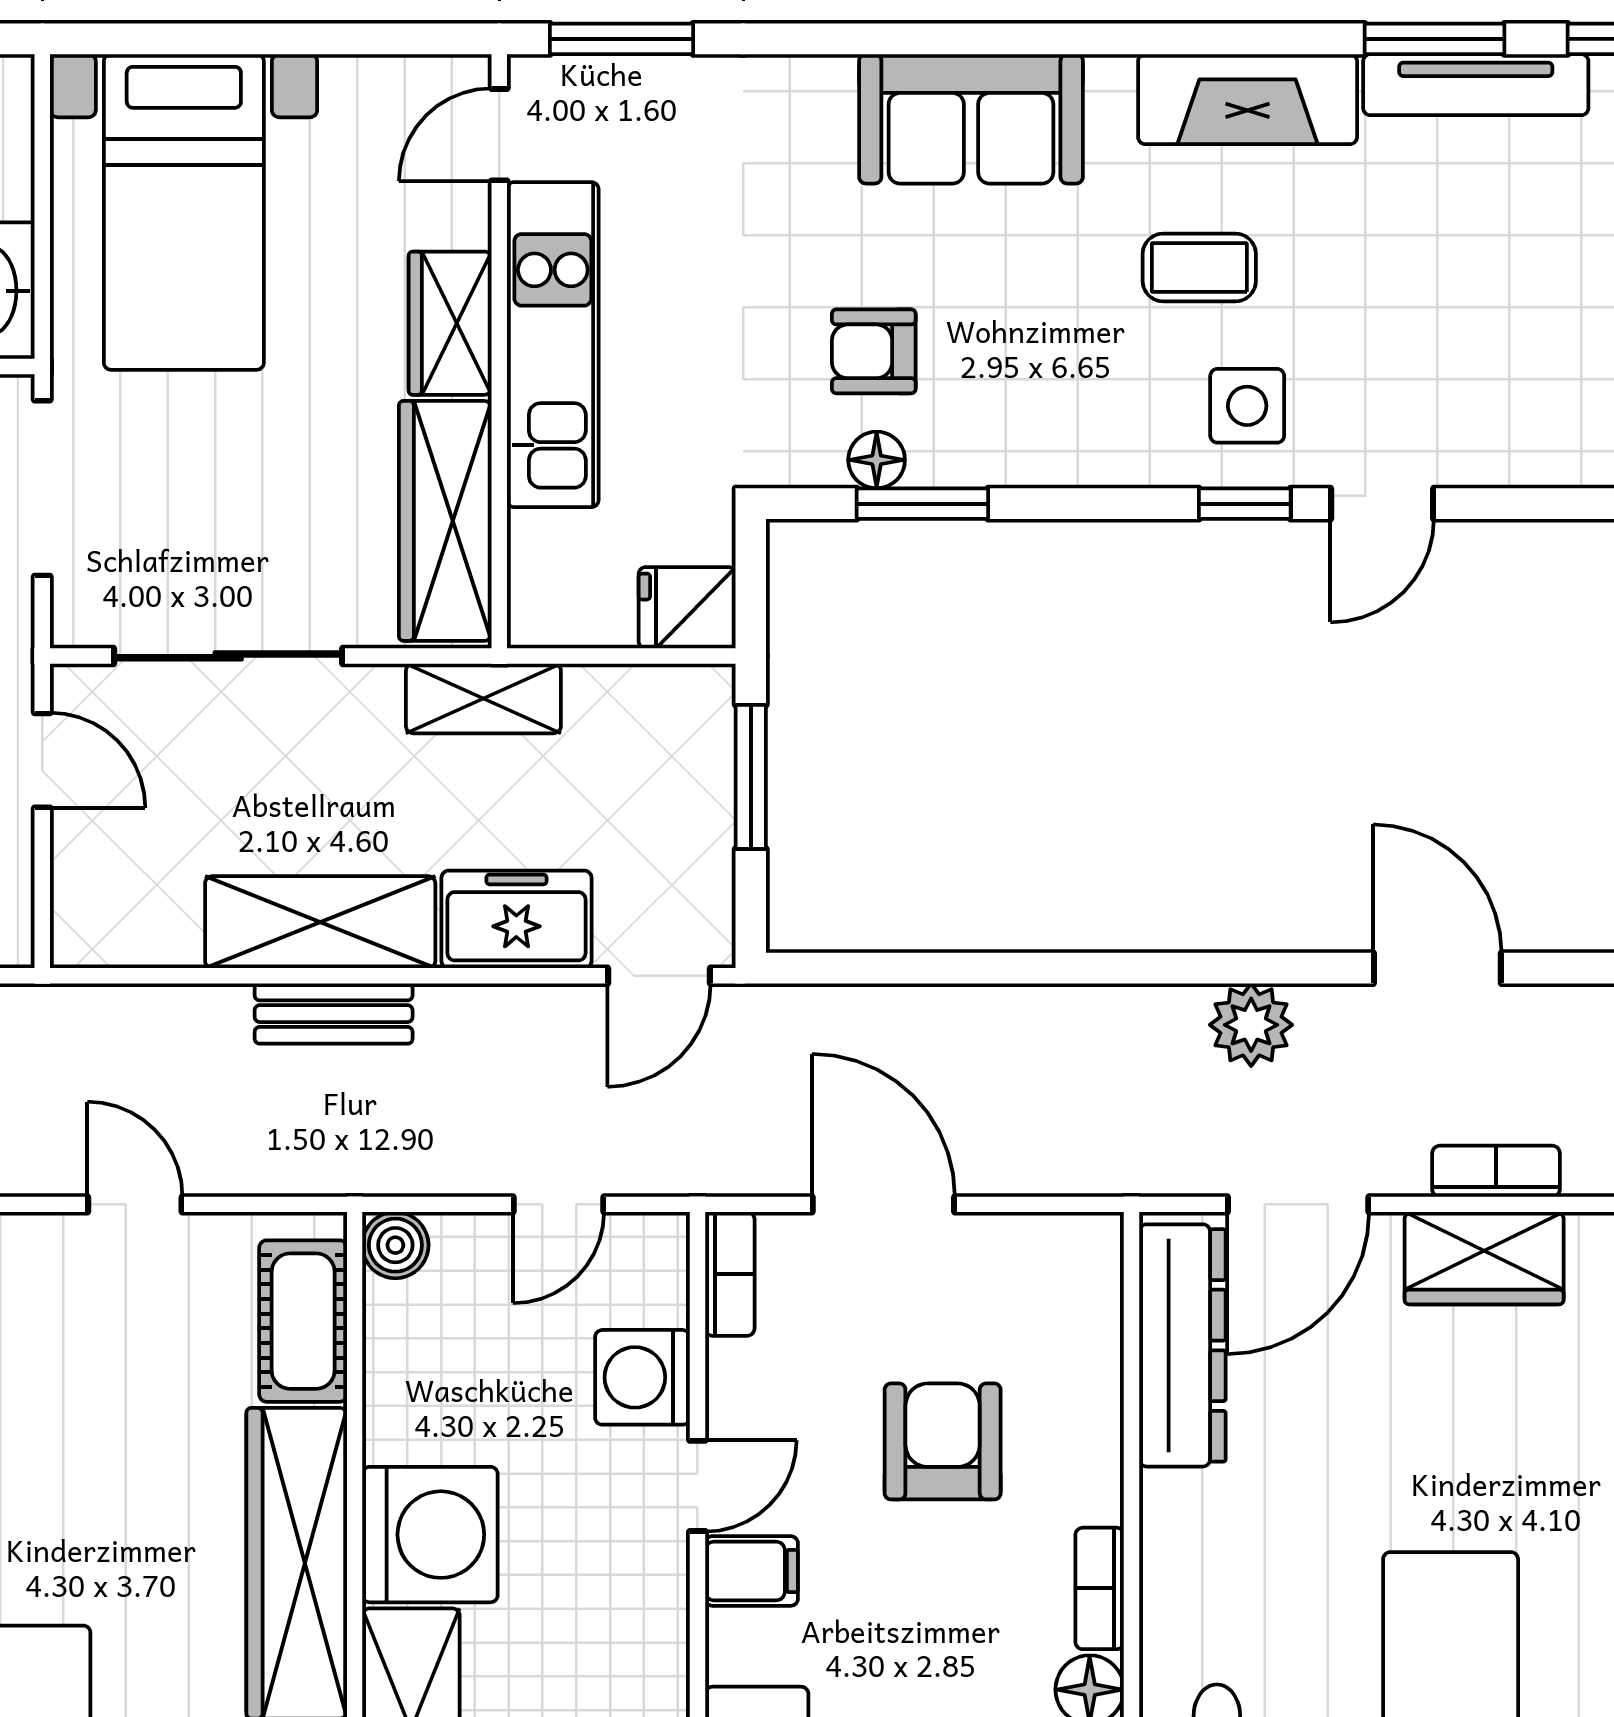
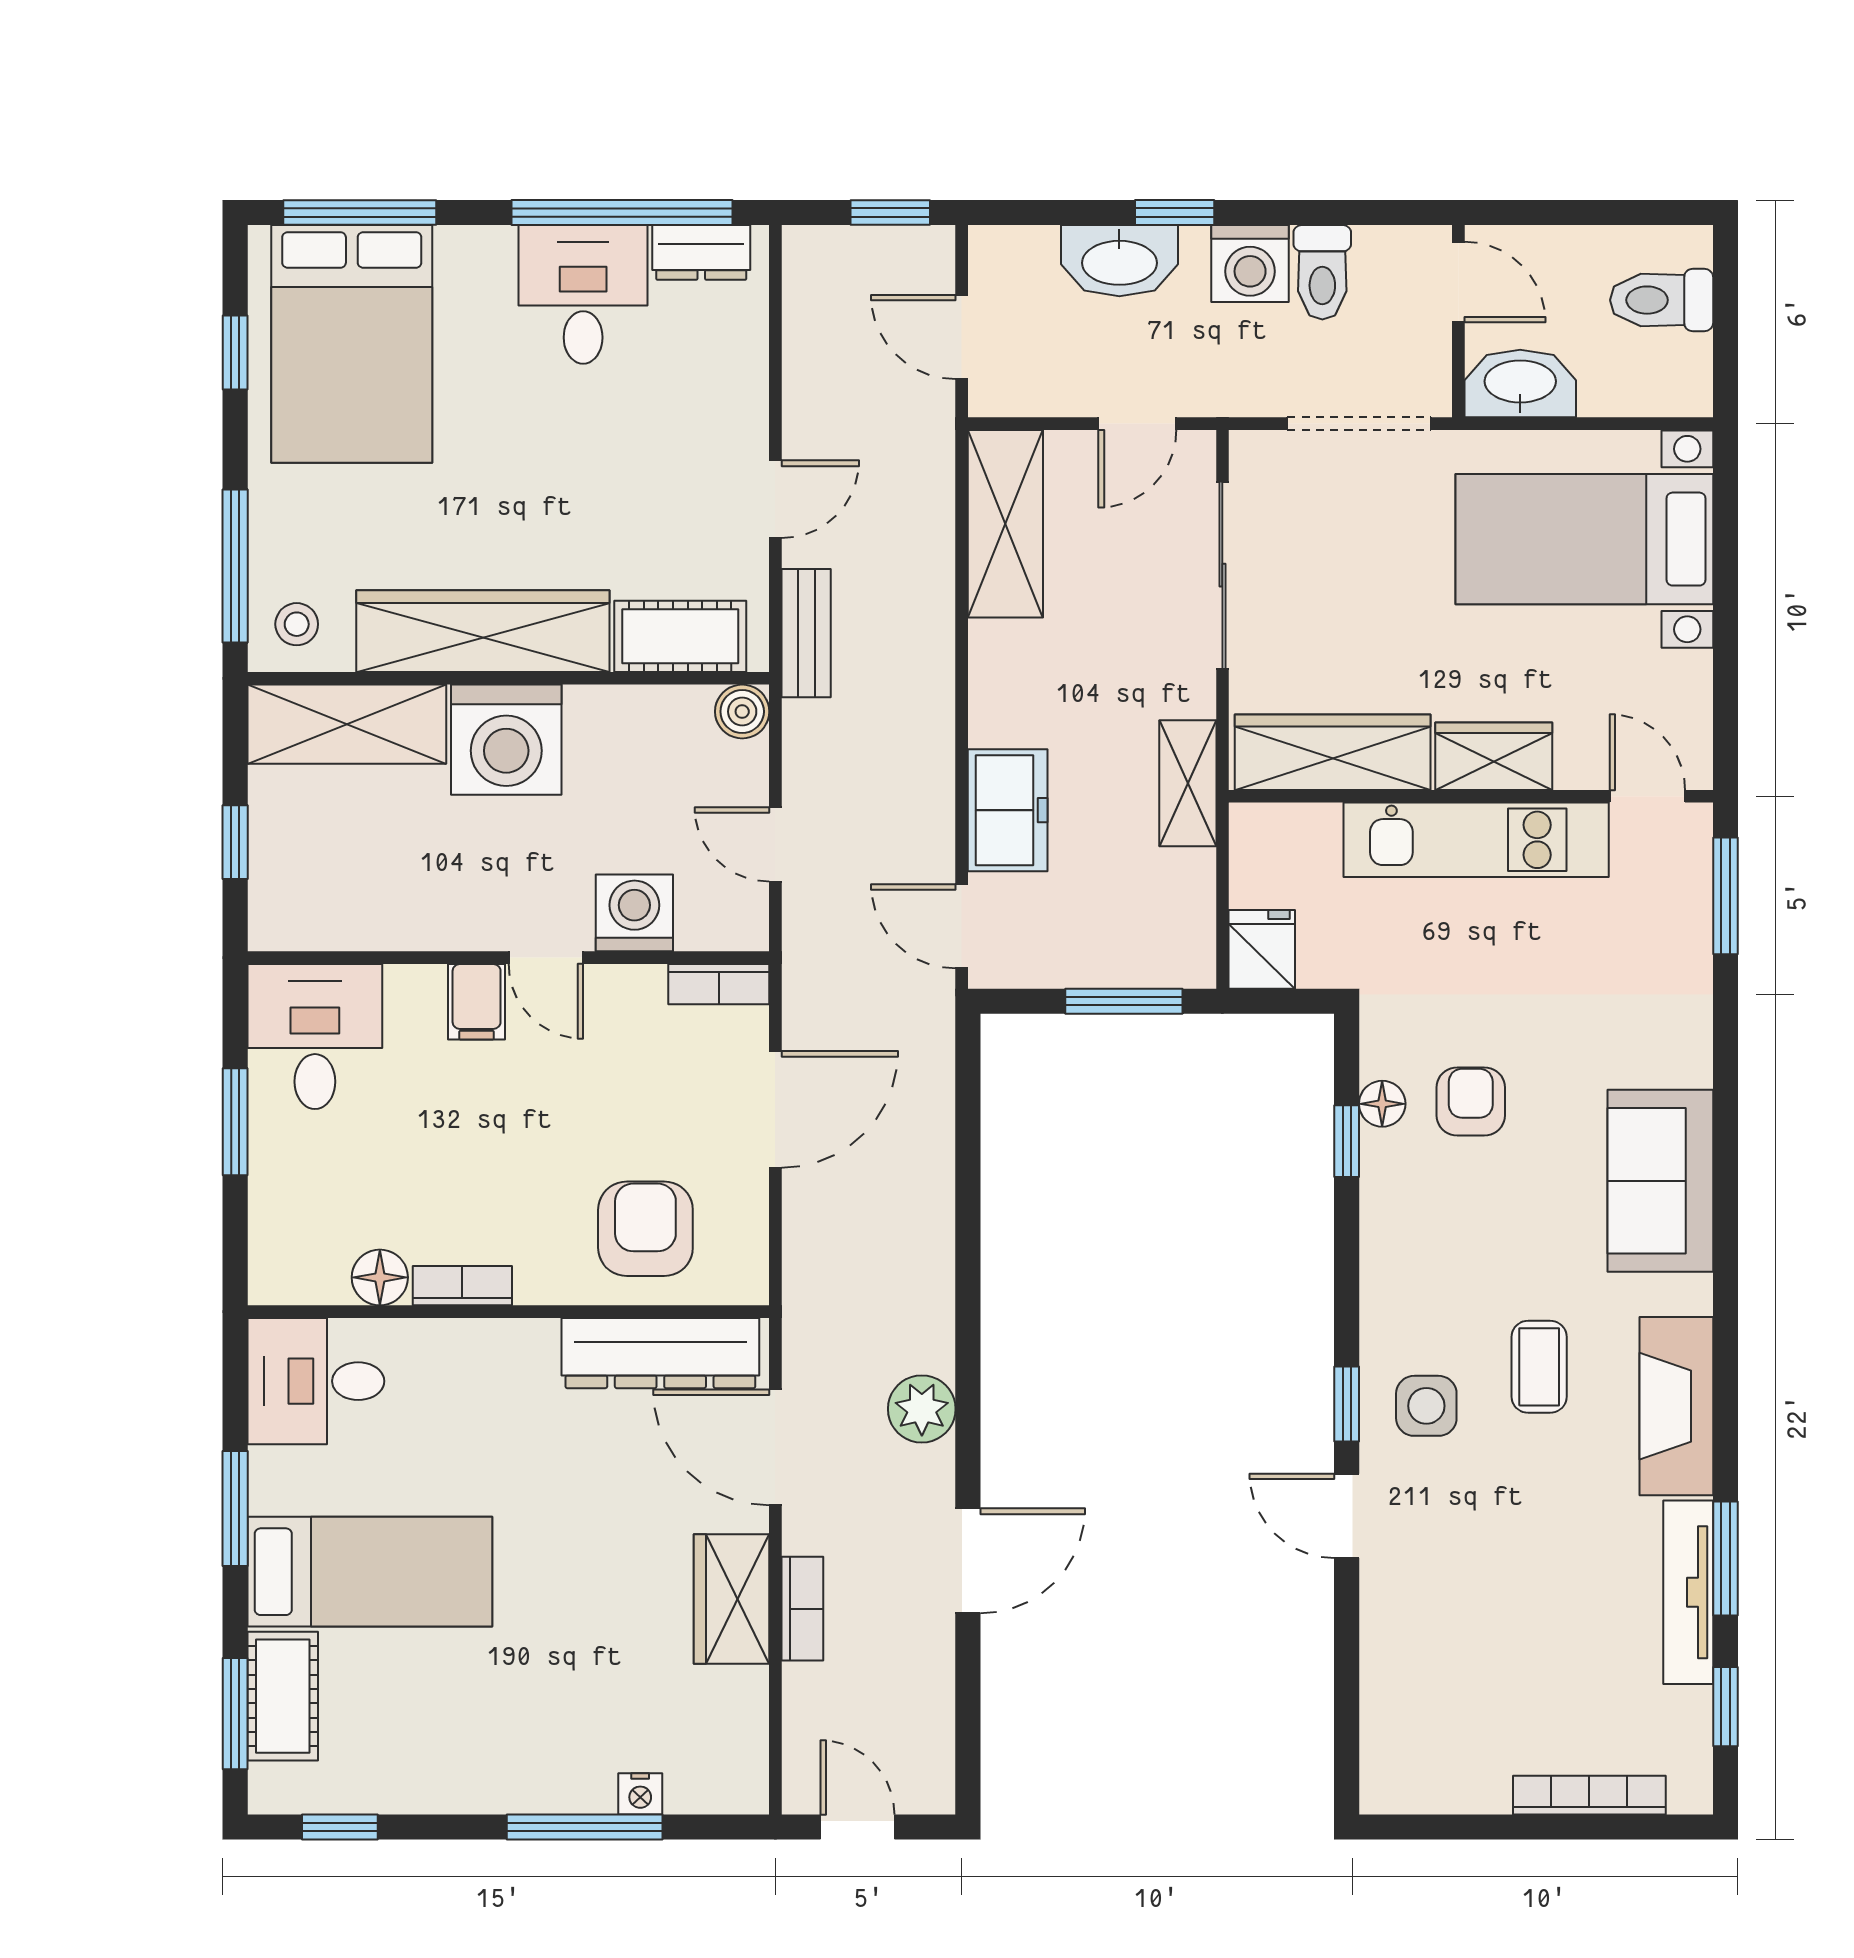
window: (922, 504) -> (1347, 1141), width x0.67
shelving: (320, 922) -> (1005, 524), moved
bench: (334, 1014) -> (806, 633), moved
armchair: (943, 1441) -> (645, 1229), moved, turned -90

